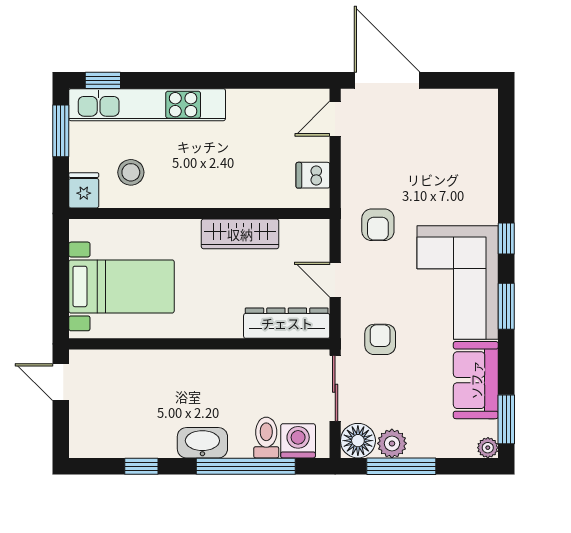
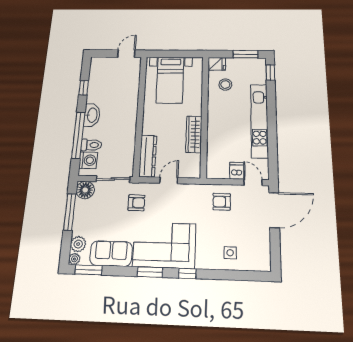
kitchen unit: (147, 105) -> (259, 120), moved
side table: (467, 162) -> (230, 253), added
dishwasher: (313, 175) -> (237, 171), moved
armchair: (378, 225) -> (222, 202), moved
plant: (392, 443) -> (78, 244), moved

